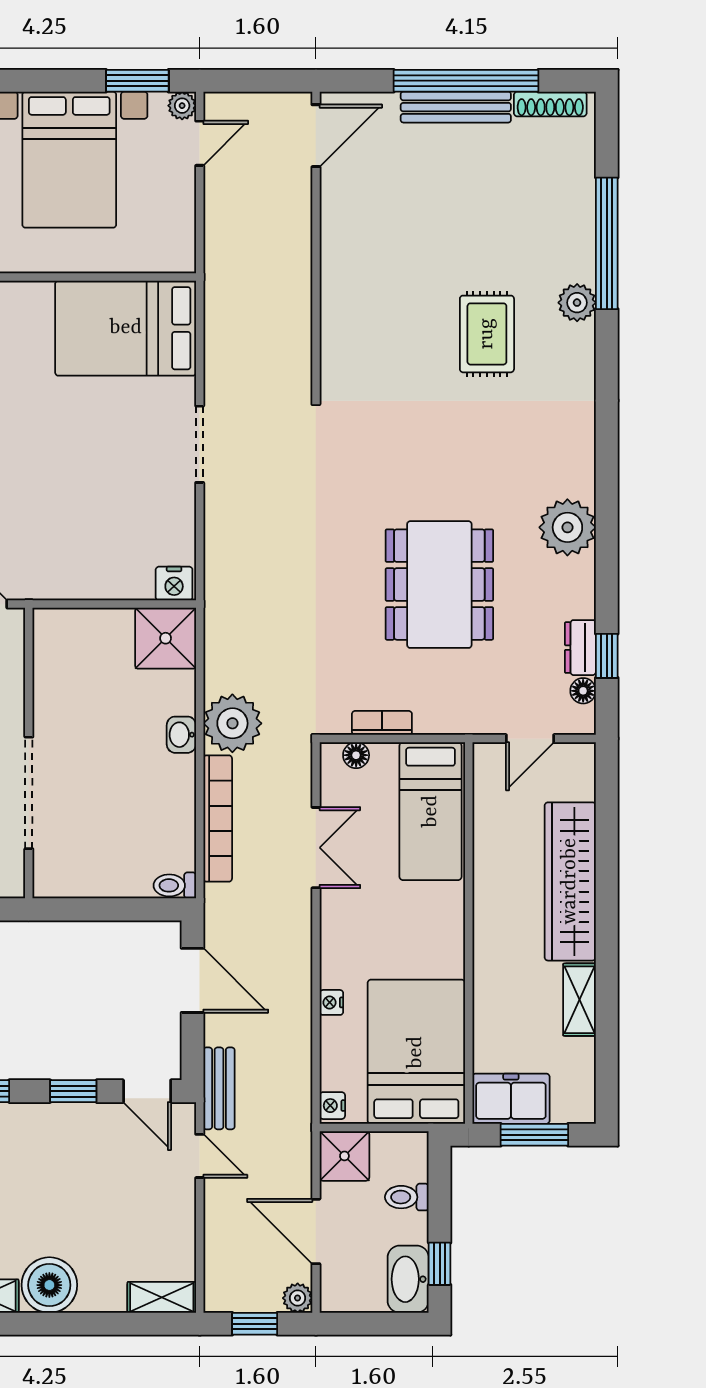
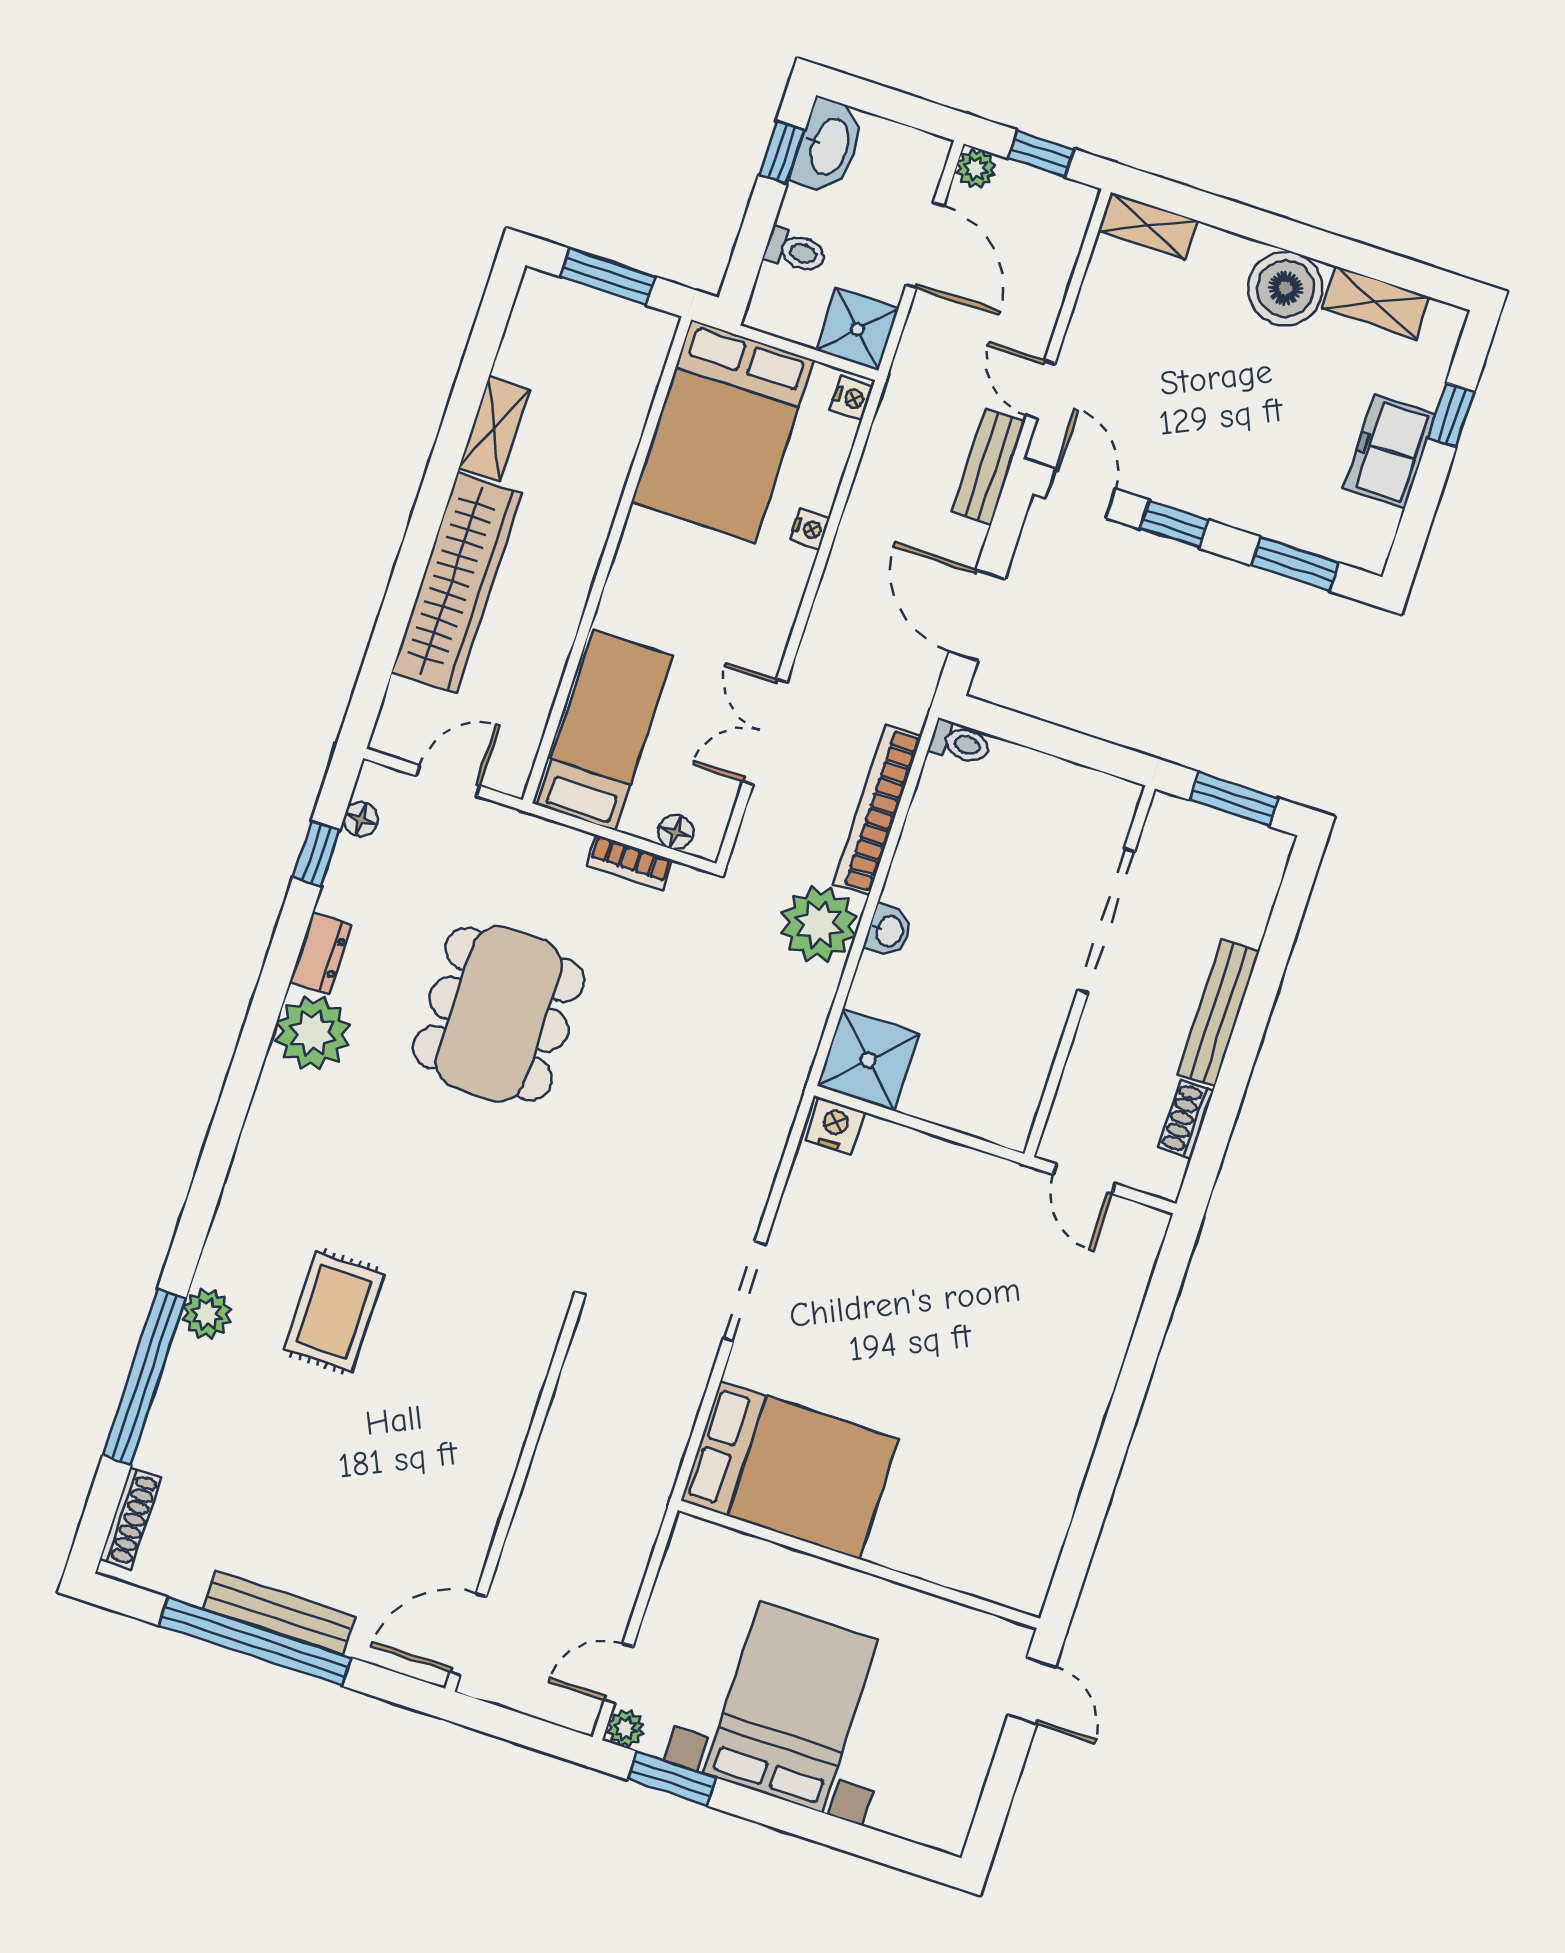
shoe rack: (550, 104) -> (130, 1518), moved, turned 90
dresser: (580, 648) -> (321, 953), moved
freezer: (511, 1099) -> (622, 332), removed

